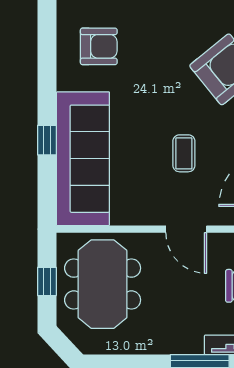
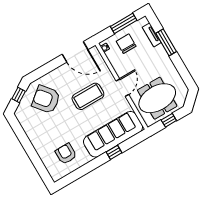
coffee table: (184, 153) -> (88, 96), width x1.86, depth x1.72
door: (186, 229) -> (122, 88), moved

